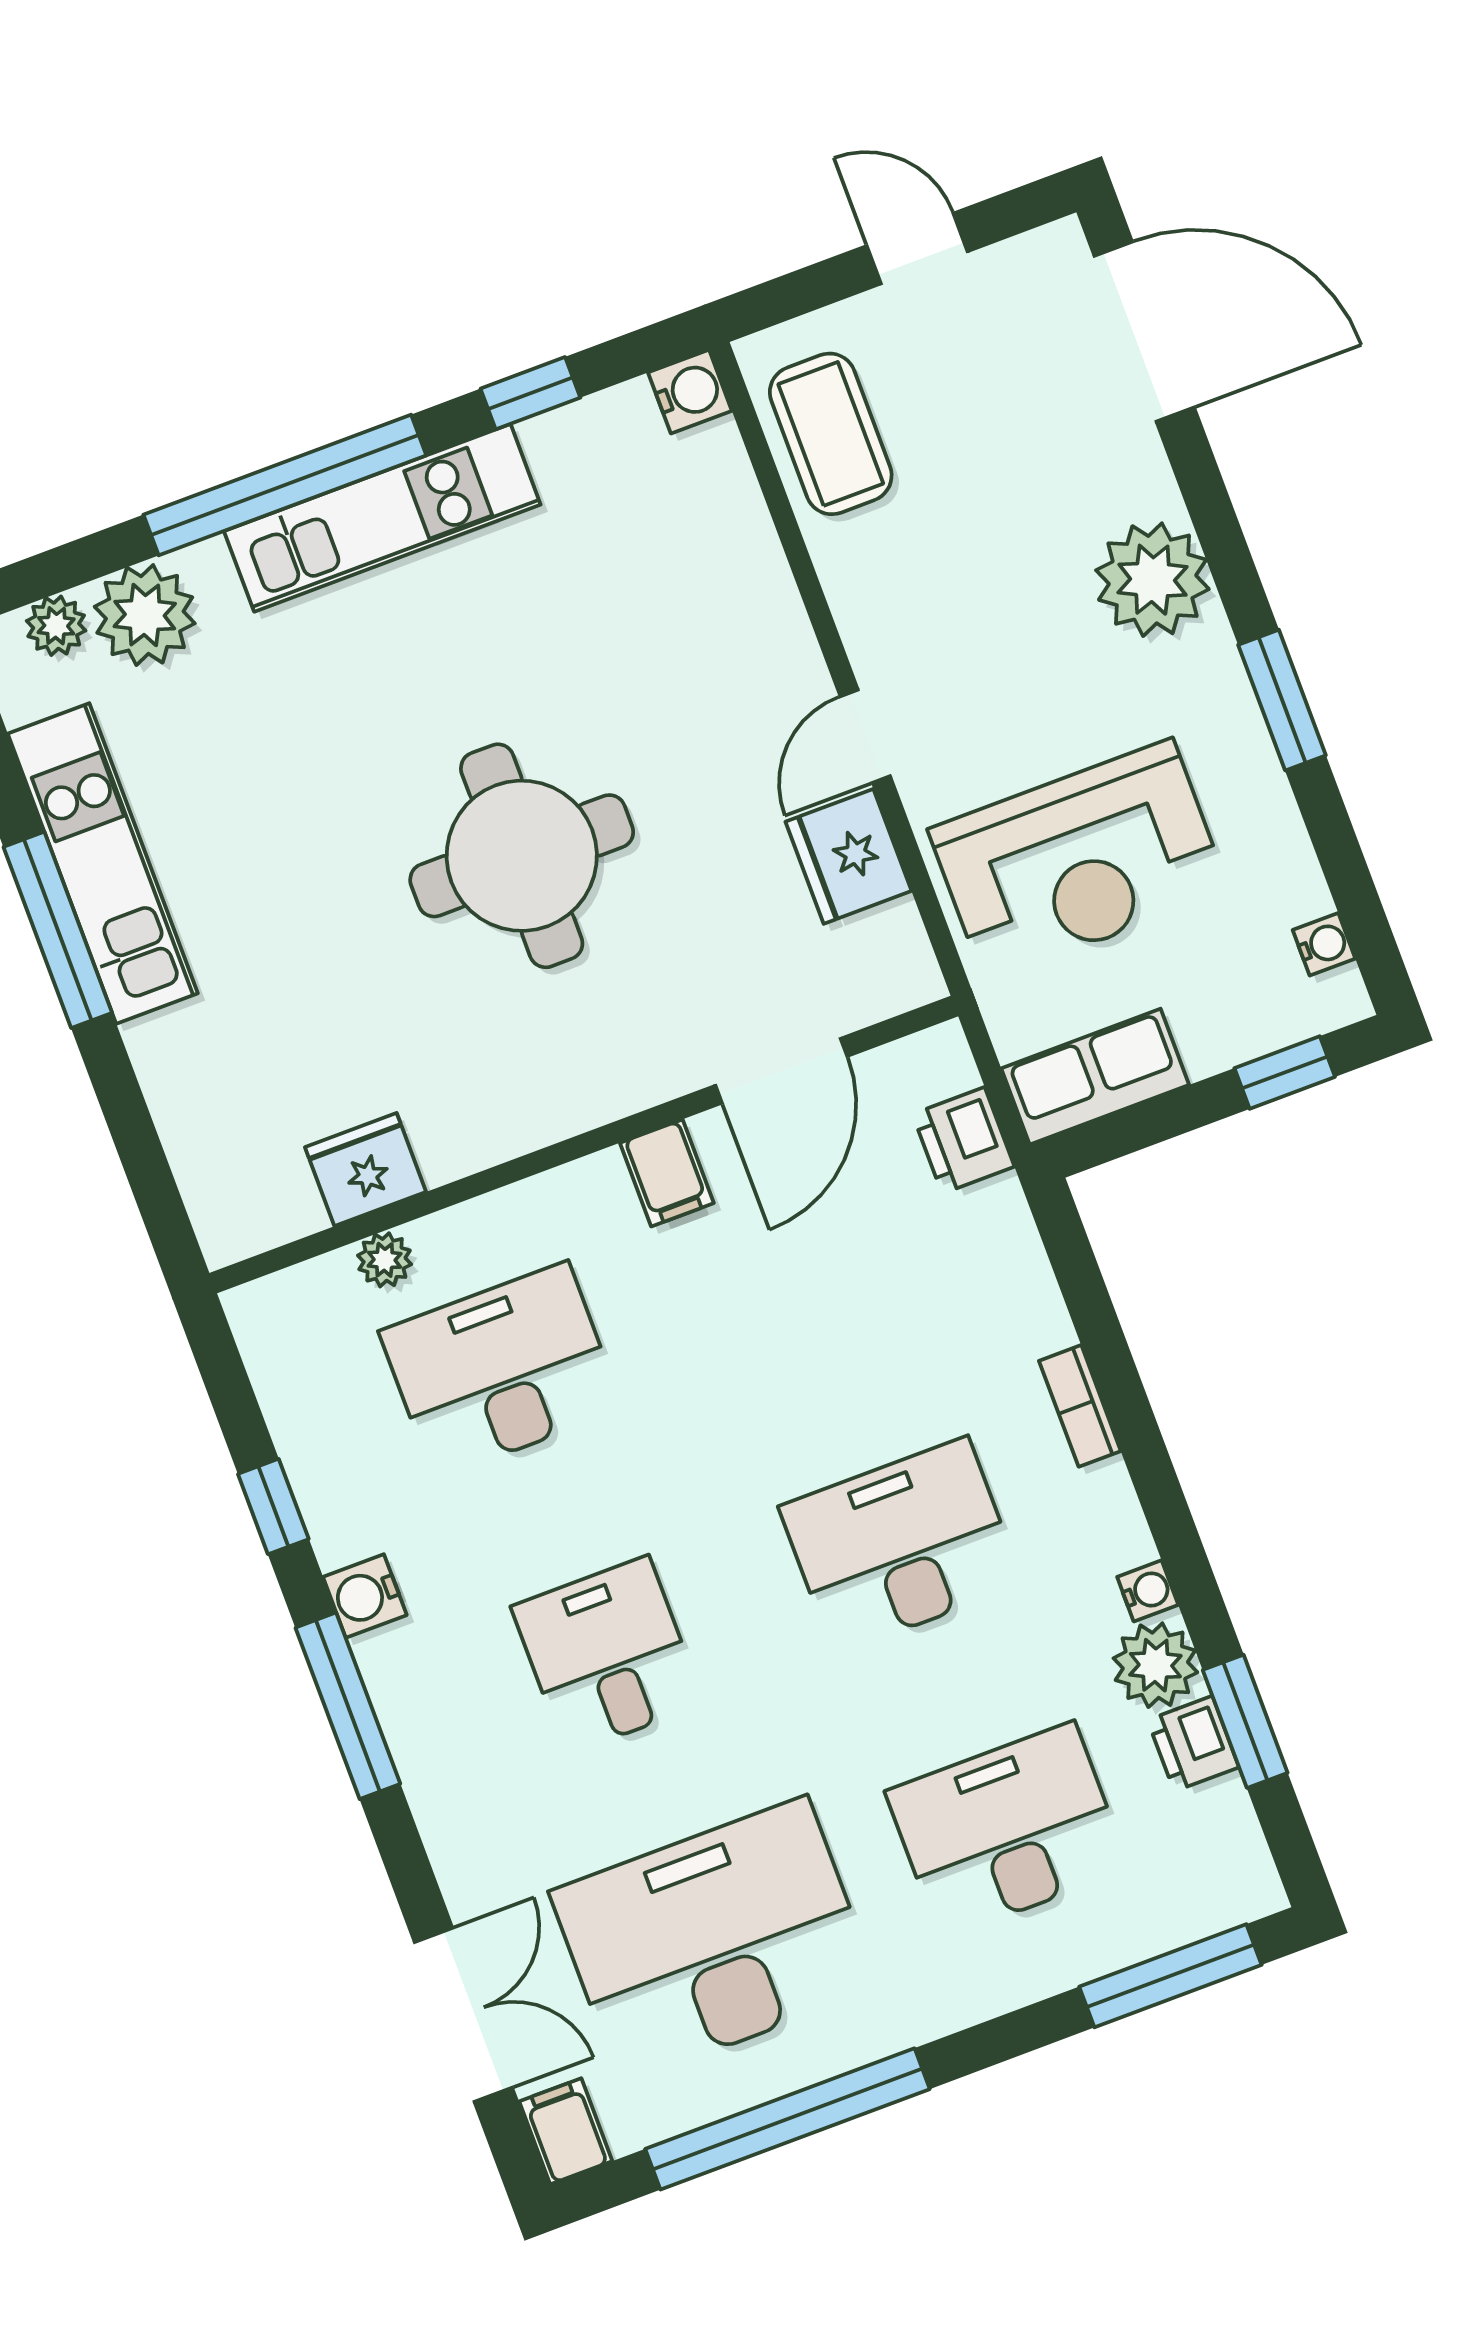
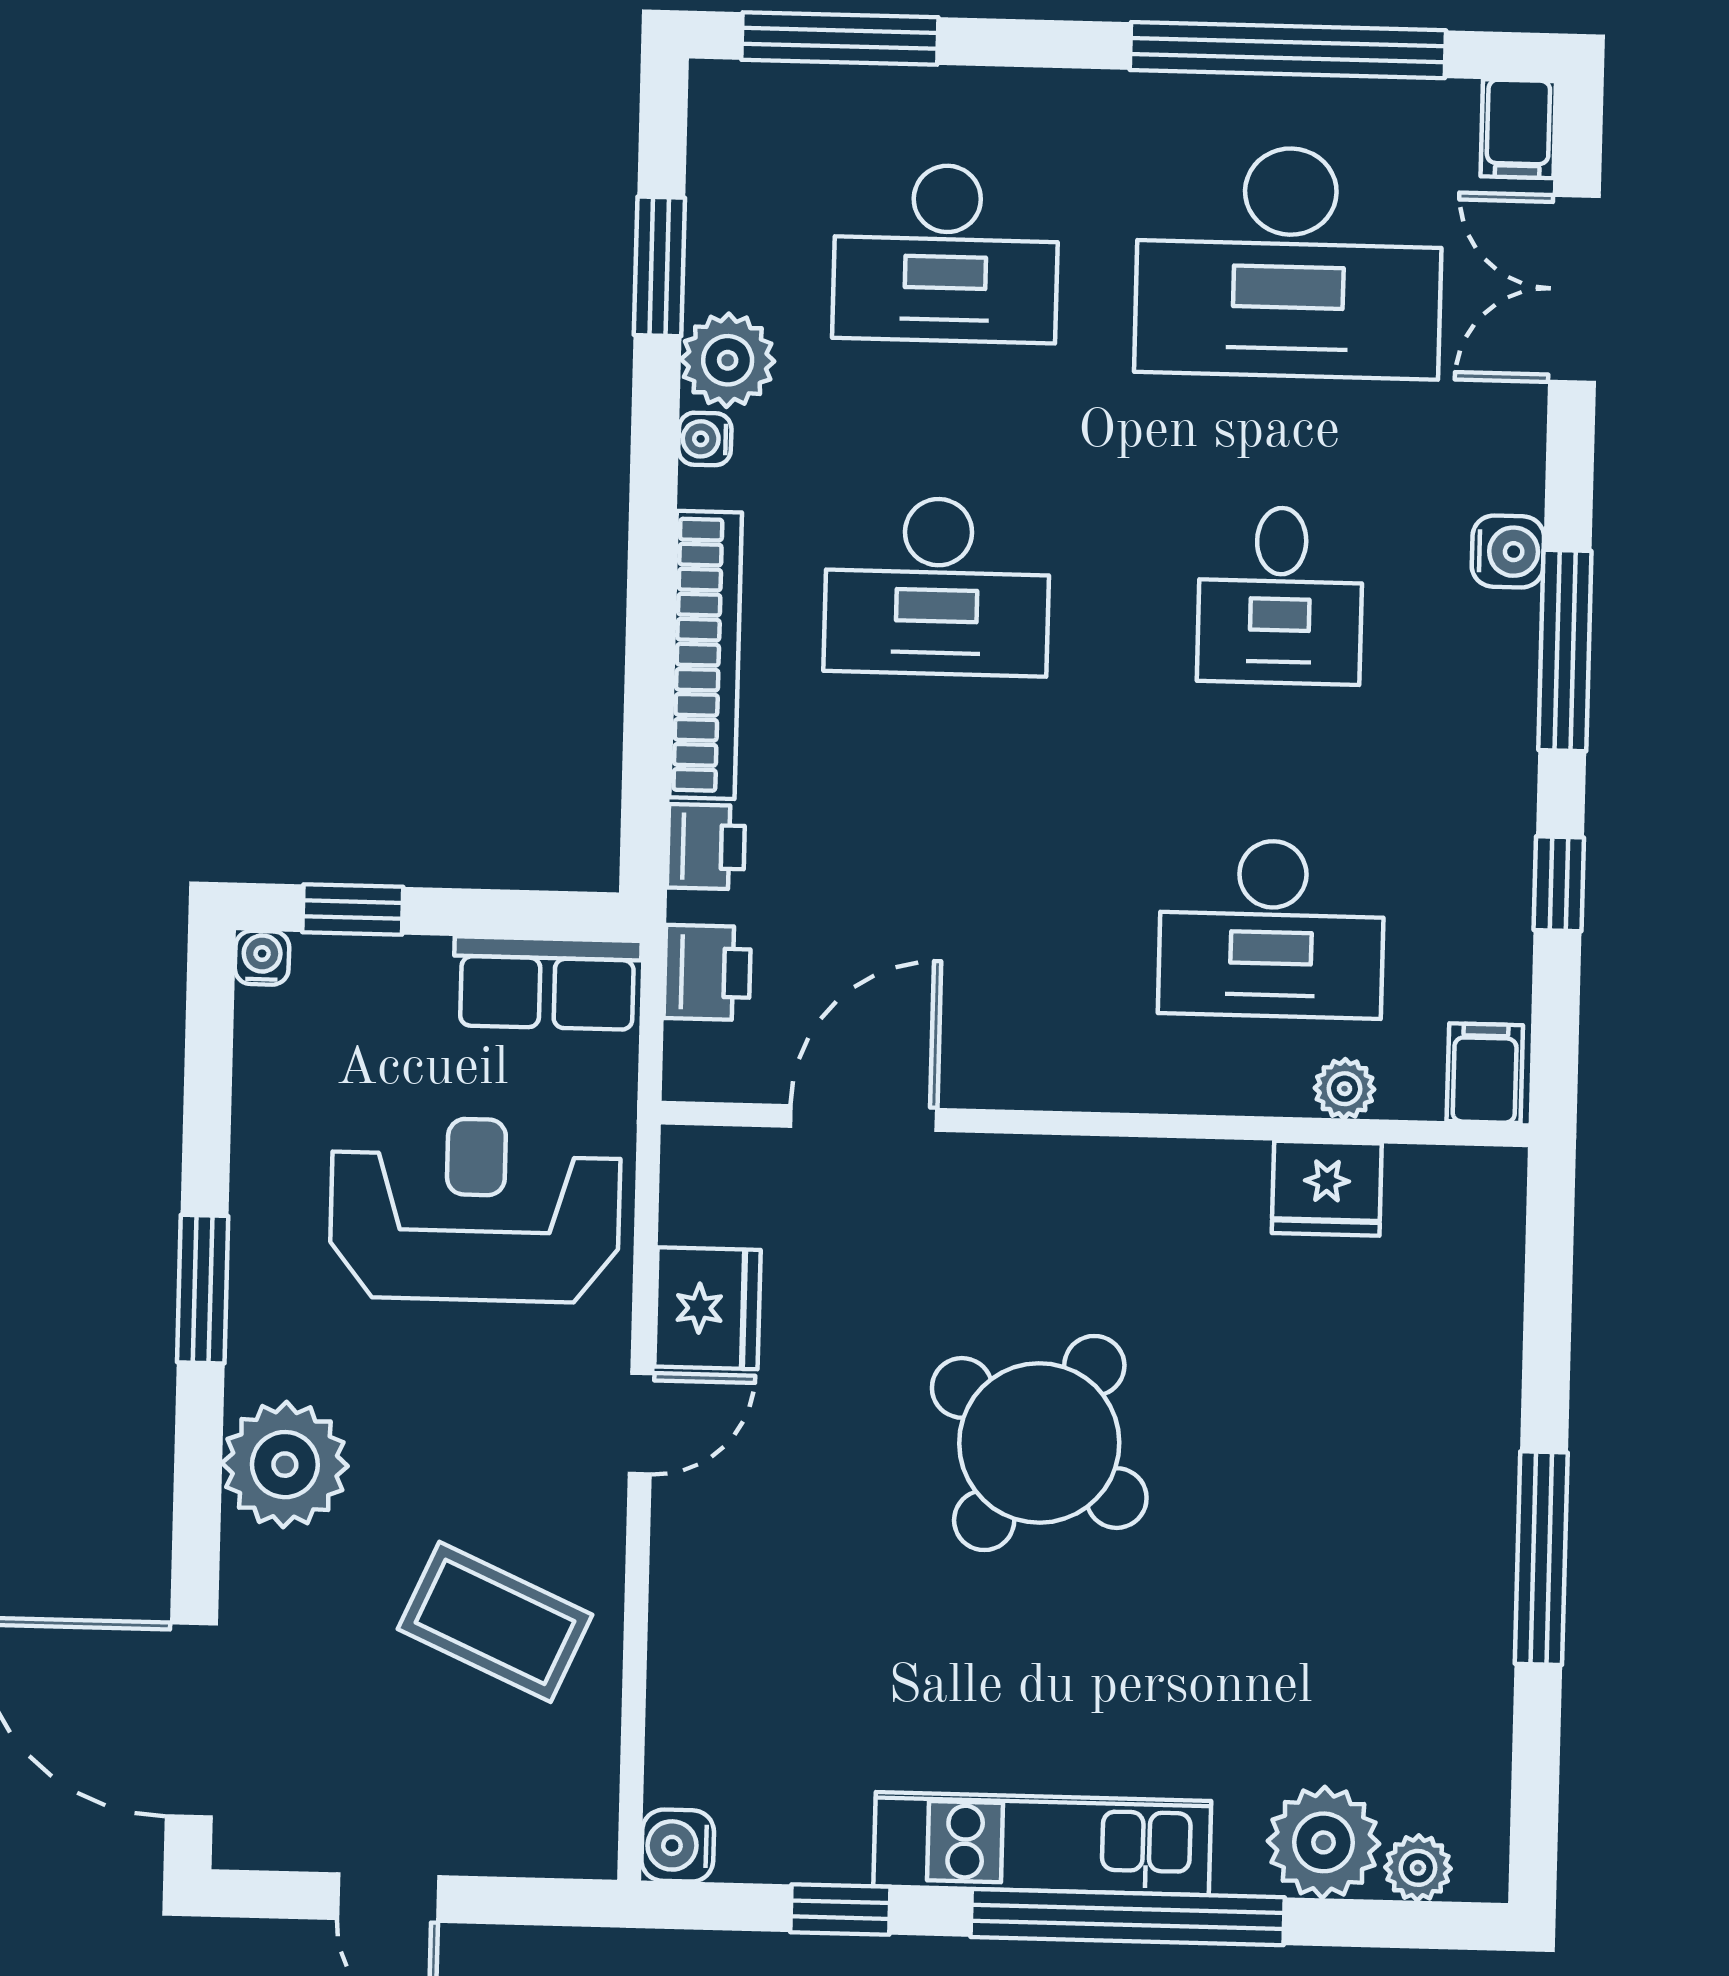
coffee table: (831, 434) -> (495, 1622), moved, turned -66
round table: (522, 856) -> (1039, 1443), turned 34
kitchen unit: (103, 864) -> (1468, 1607), removed
water cooler: (1324, 944) -> (262, 958), moved, turned 90
filing cabinet: (667, 1173) -> (1485, 1073), moved
bookcase: (1080, 1406) -> (706, 655), width x2.31, depth x1.31
water cooler: (365, 1596) -> (1508, 551), moved
printer: (1193, 1744) -> (706, 847), moved

